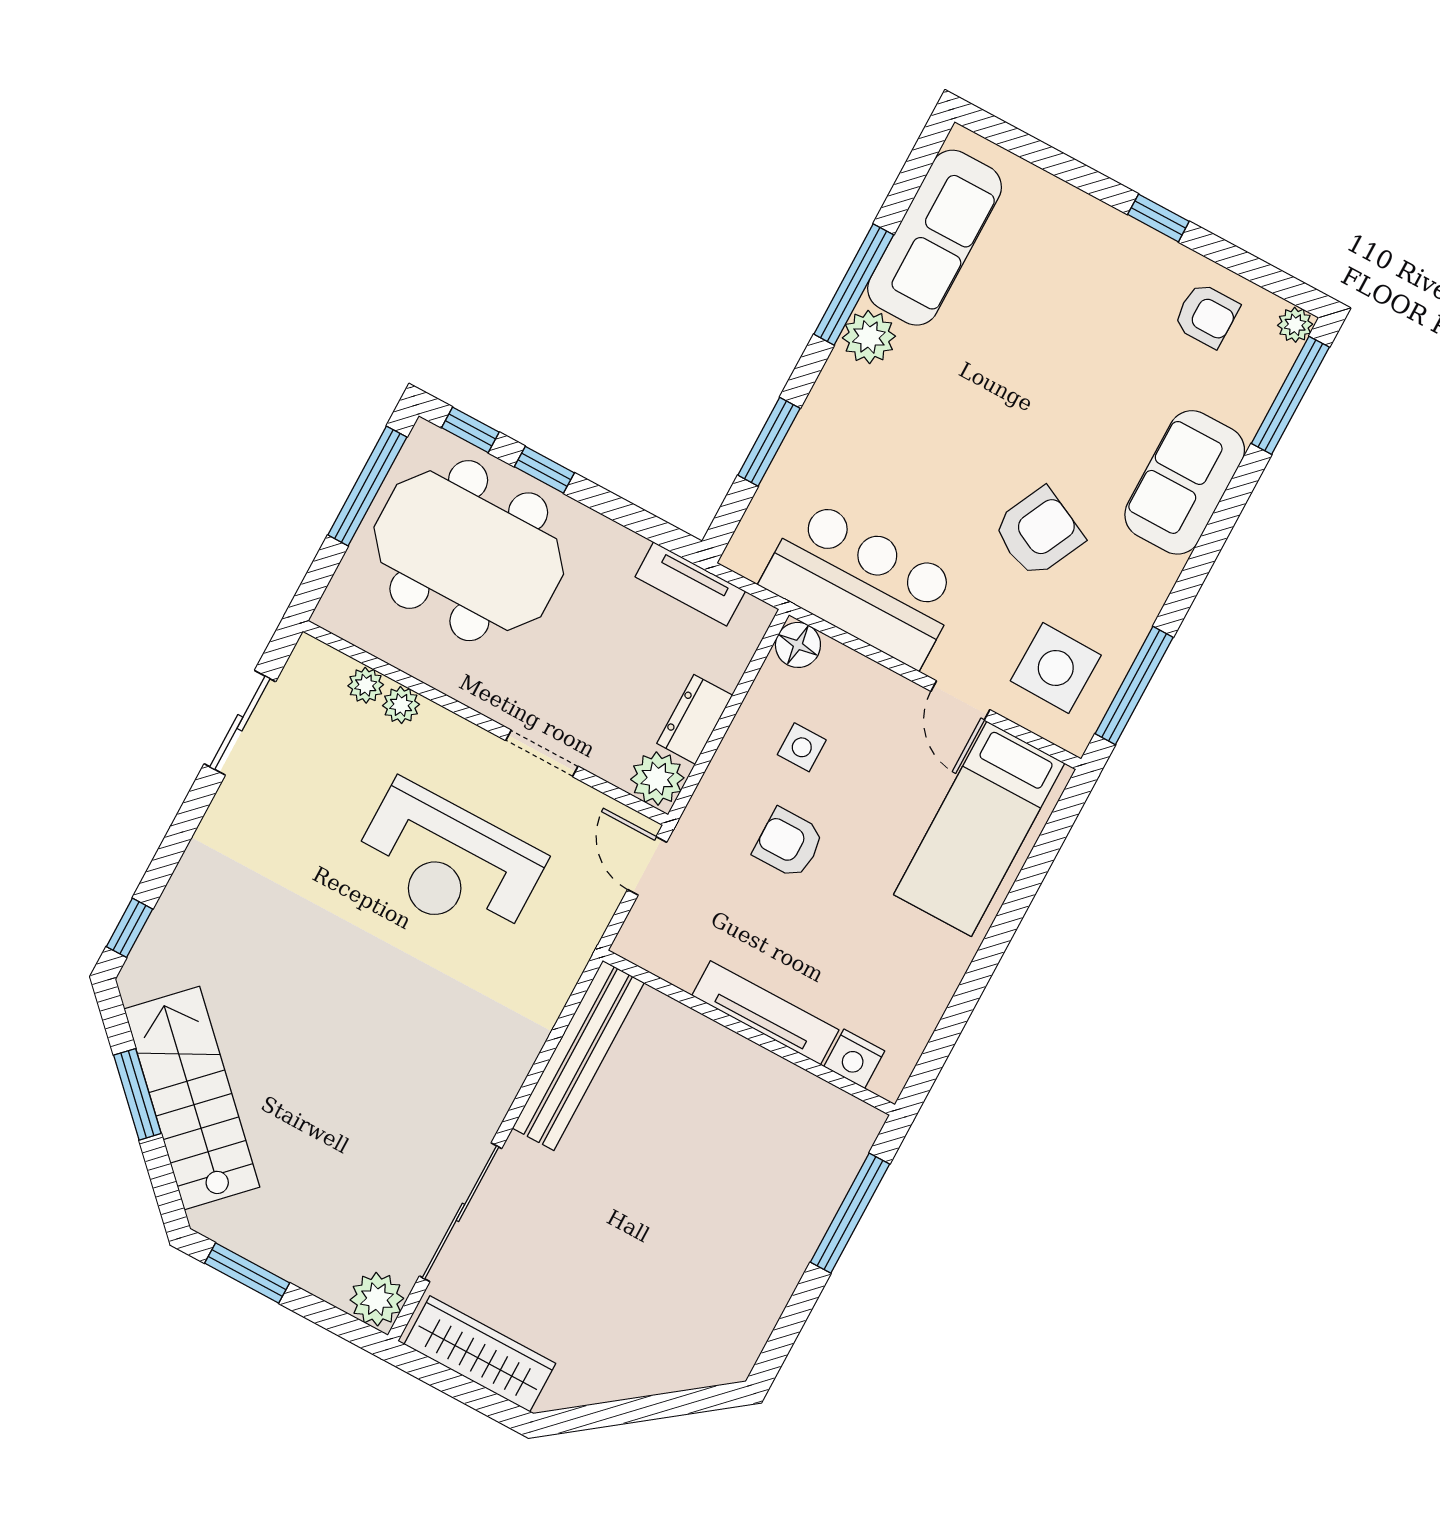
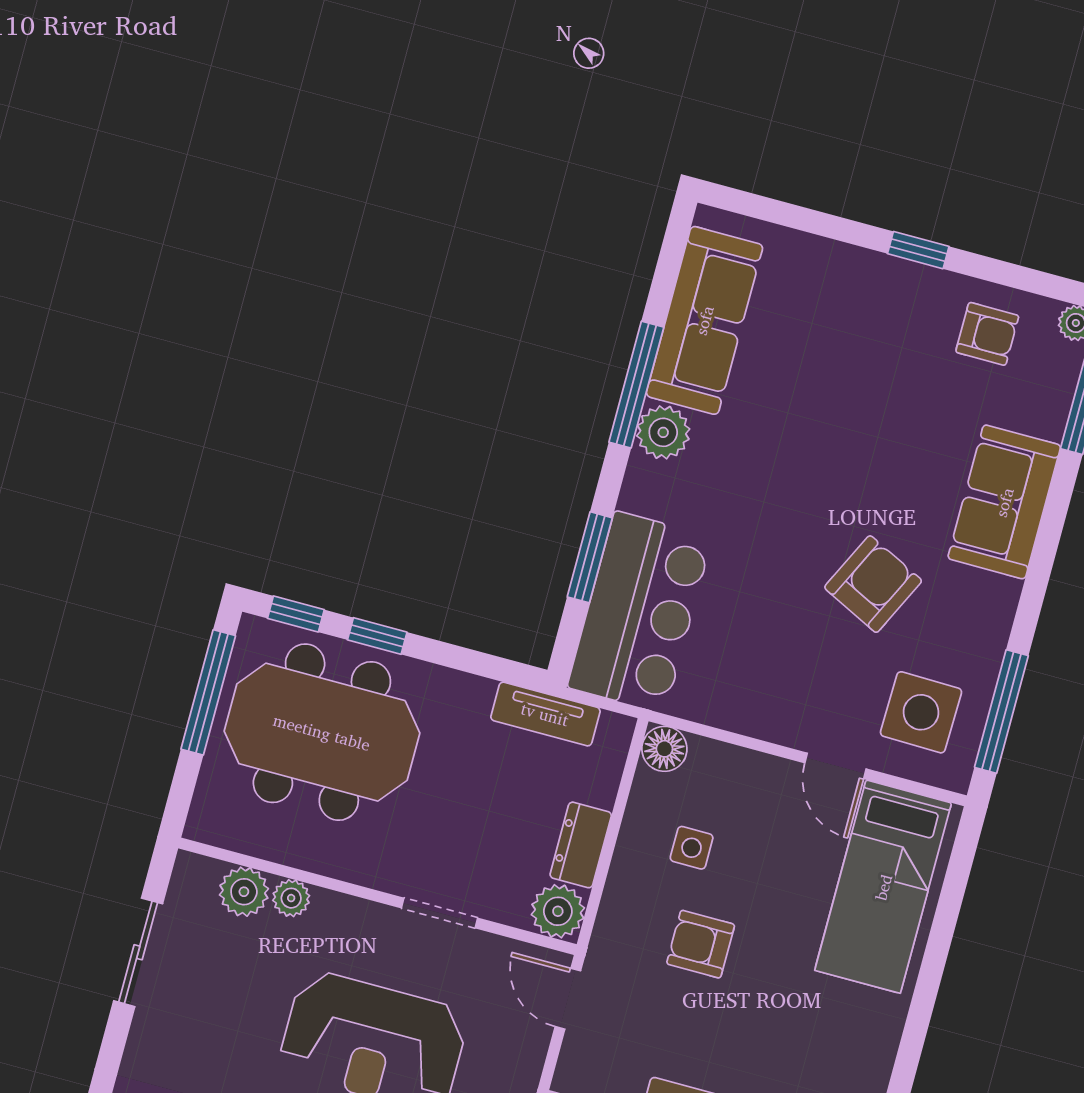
bar counter: (862, 583) -> (640, 612), moved, turned 90
plant: (366, 685) -> (244, 892), width x1.38, depth x1.38

